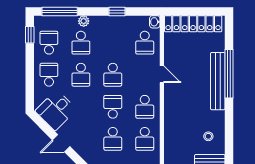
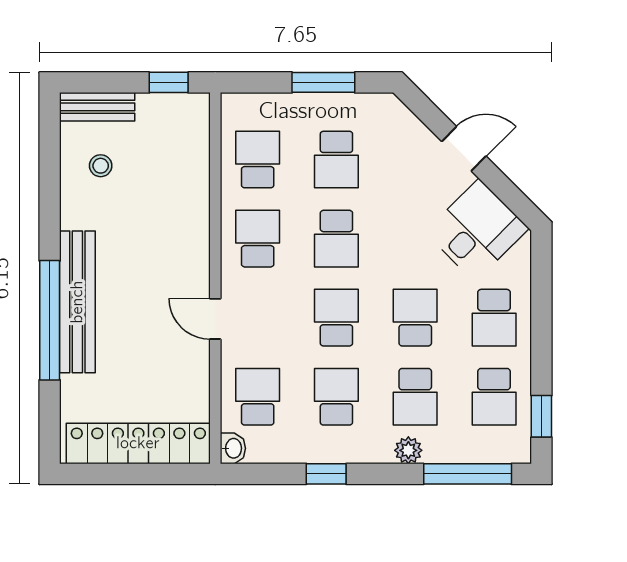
school desk: (81, 43) -> (415, 397), turned 180
school desk: (113, 43) -> (336, 397), added
school desk: (113, 139) -> (336, 160), turned 180

